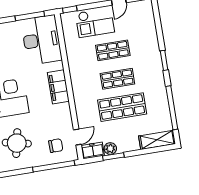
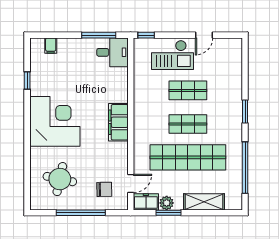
desk: (41, 40) -> (112, 52), width x0.53, depth x0.77
shop shelf: (122, 107) -> (188, 157), width x1.40
shelving: (157, 140) -> (204, 202), moved
window: (54, 166) -> (81, 213), moved

